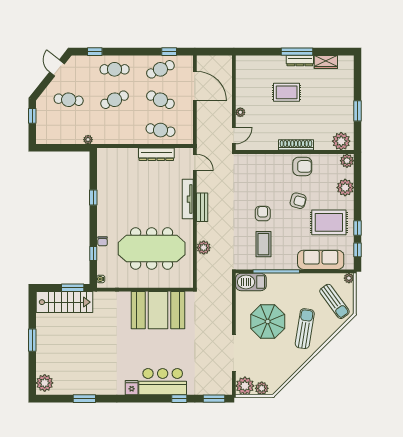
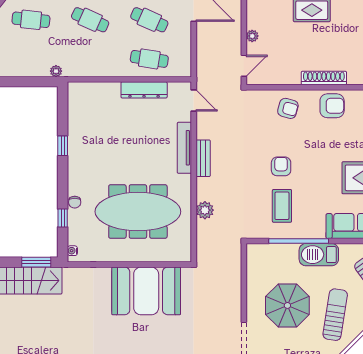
cafe table: (115, 100) -> (90, 20), turned 48
armchair: (298, 201) -> (288, 108), moved
barbecue: (251, 282) -> (319, 255), moved

